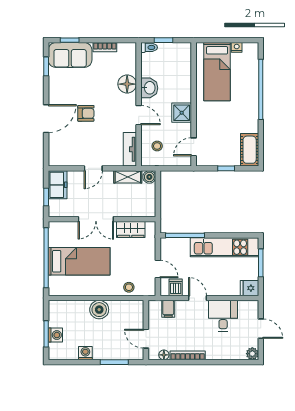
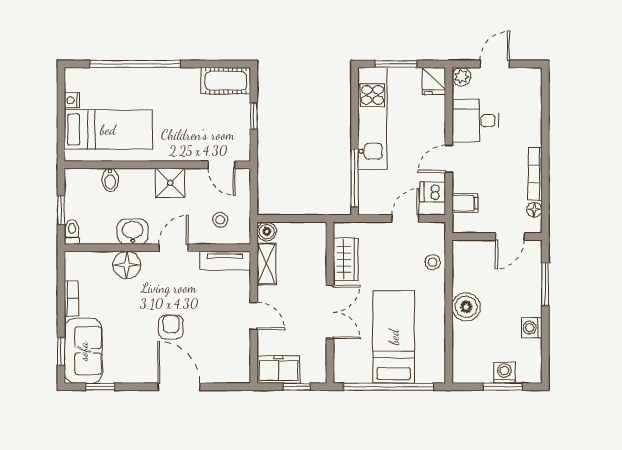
bidet: (184, 73) -> (110, 180), added
plant: (252, 354) -> (461, 77), moved

